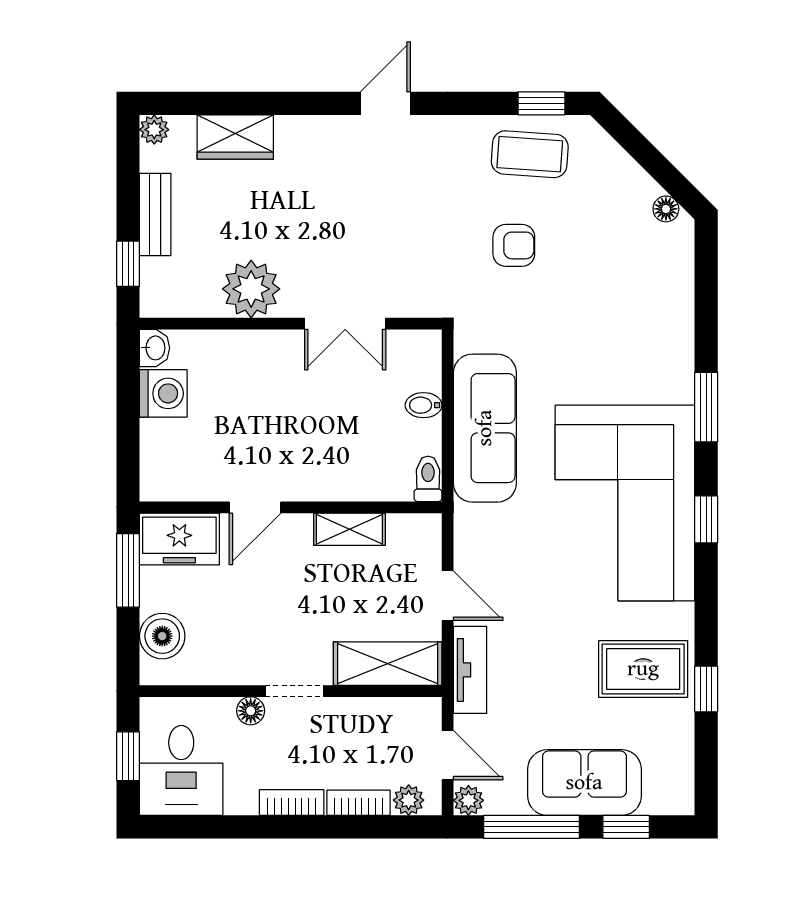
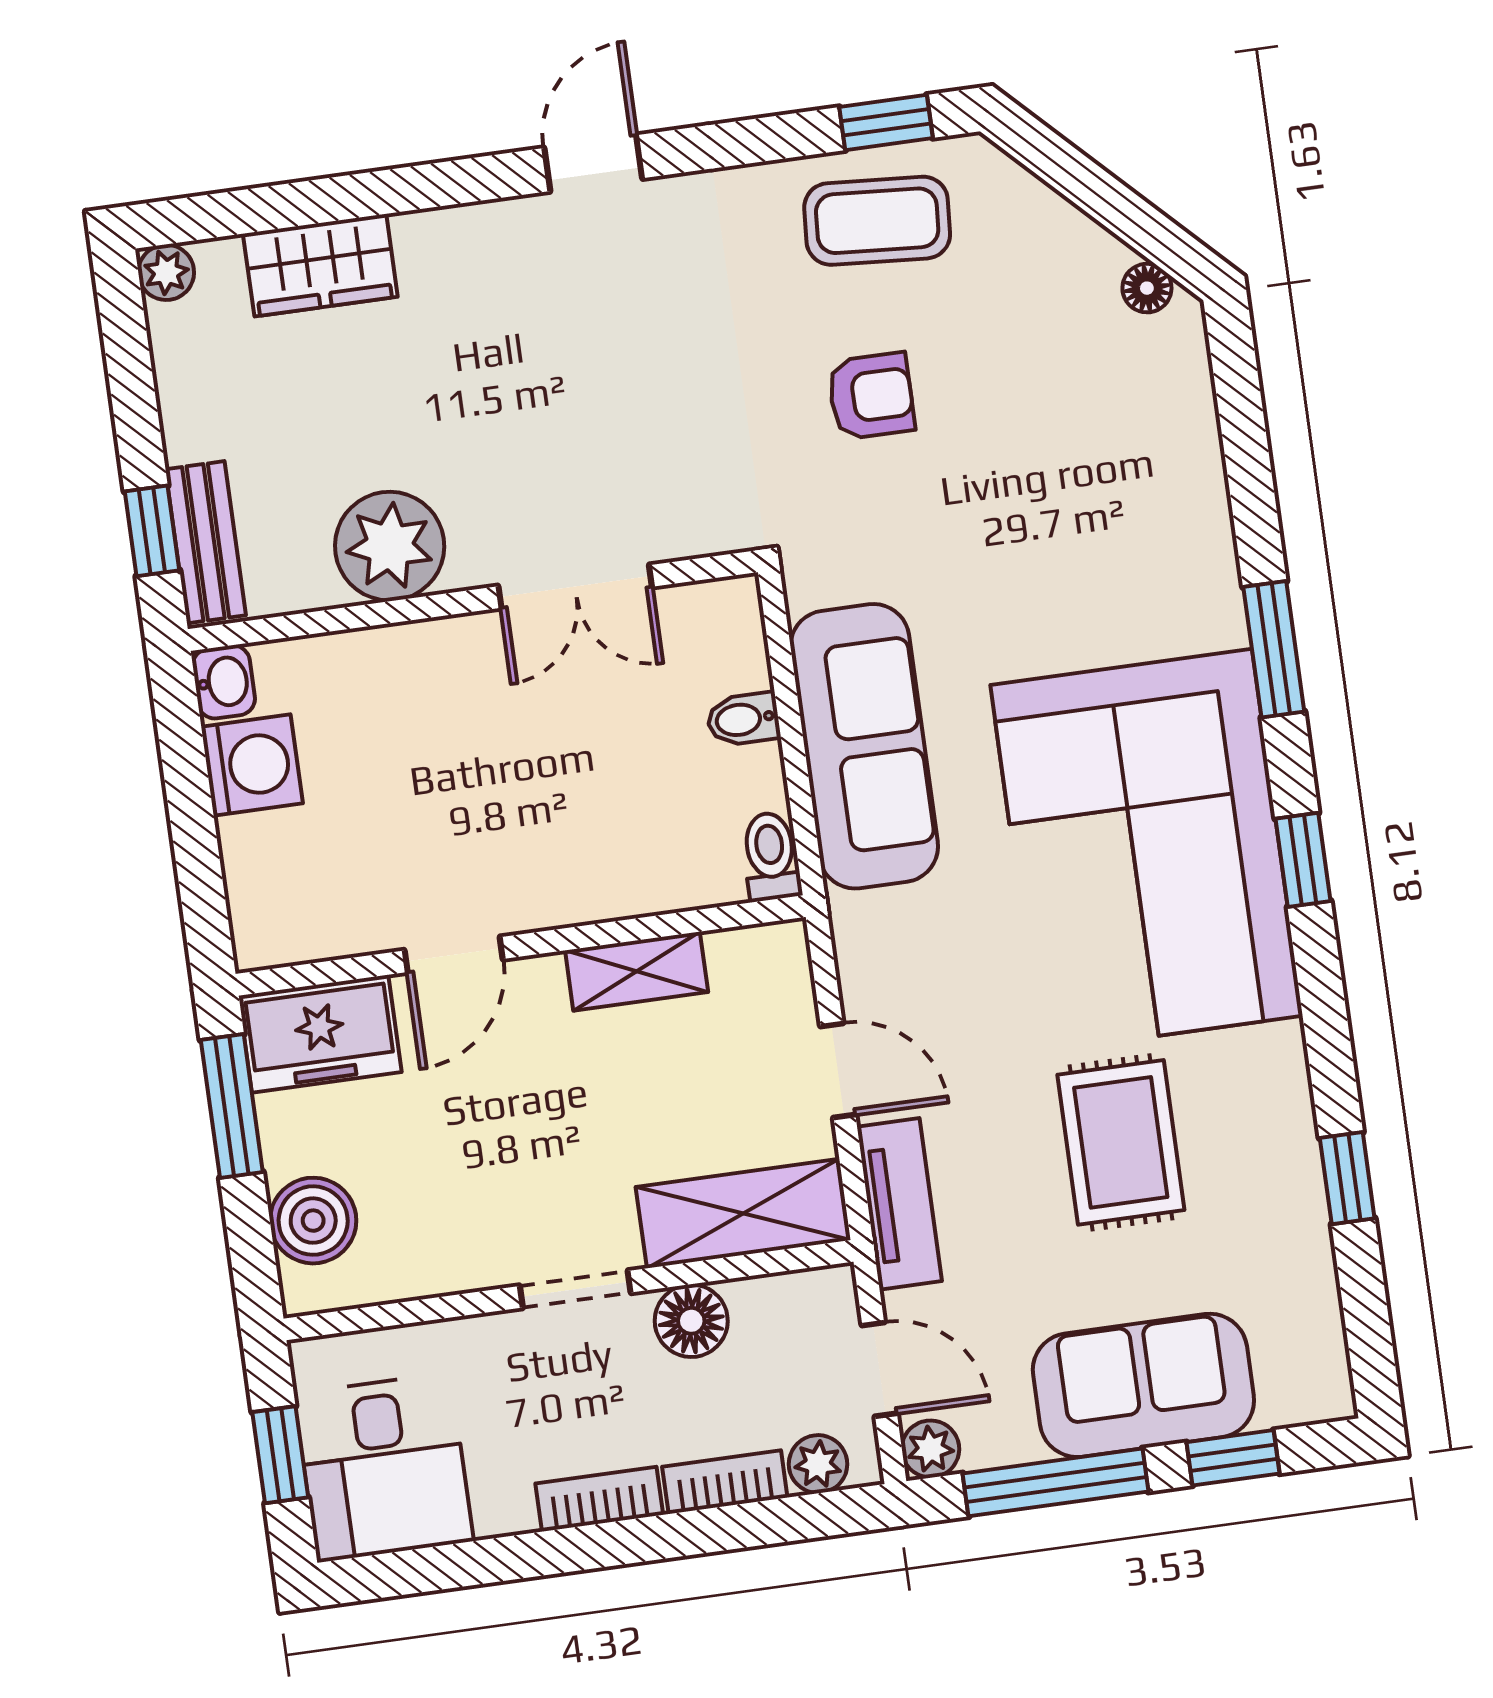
bench: (155, 214) -> (206, 542), moved
rug: (643, 669) -> (1121, 1142), moved, turned 90
floor lamp: (251, 711) -> (691, 1321), moved, width x1.37, depth x1.37

